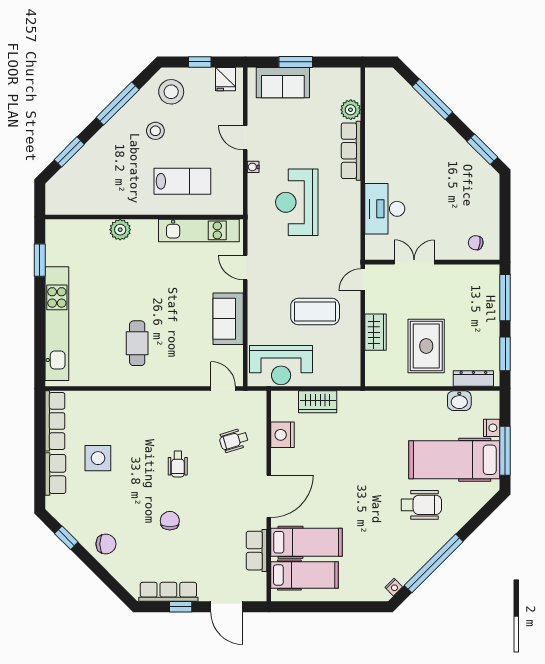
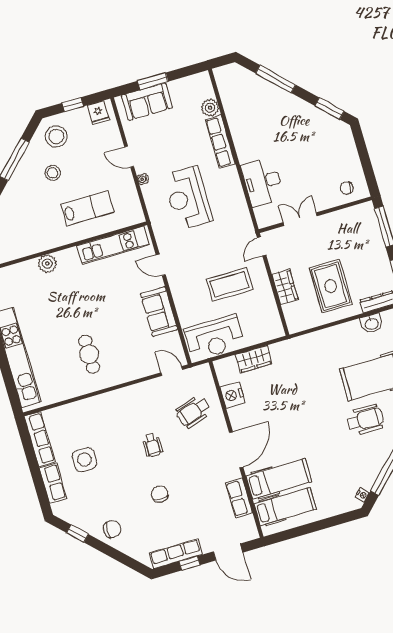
wheelchair: (234, 440) -> (193, 412), width x1.36, depth x1.37

